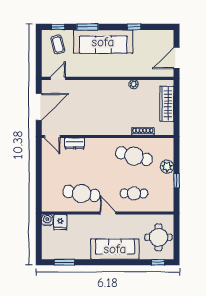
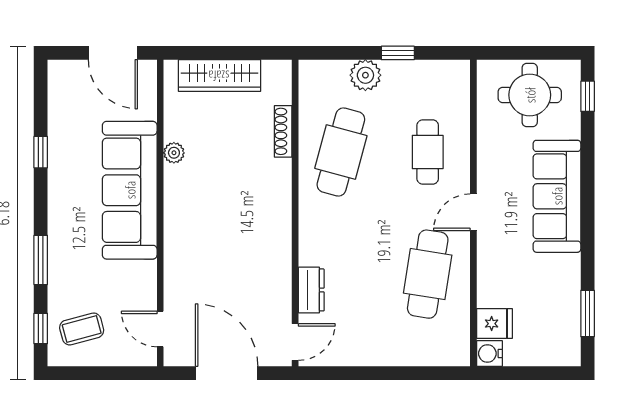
sofa: (103, 42) -> (130, 190), moved, turned 180

